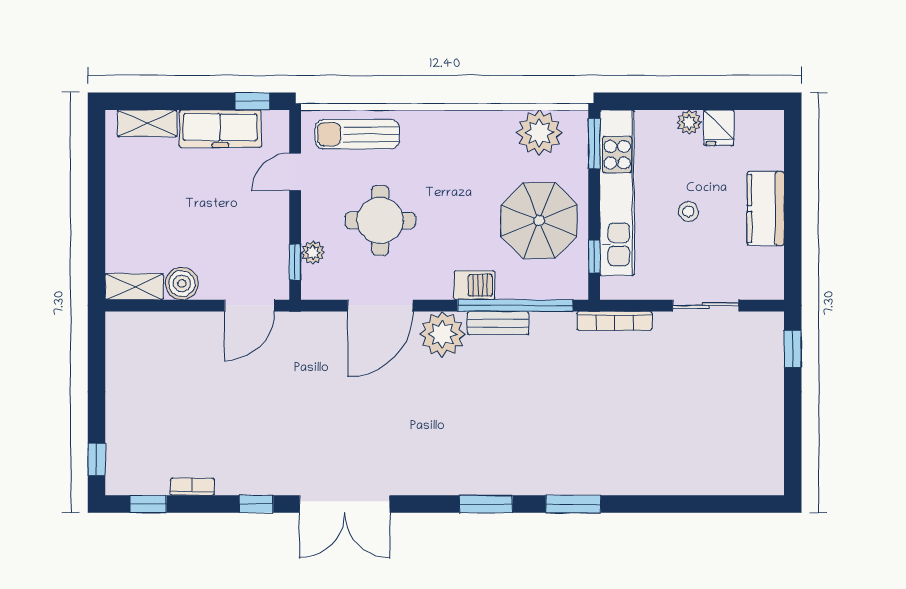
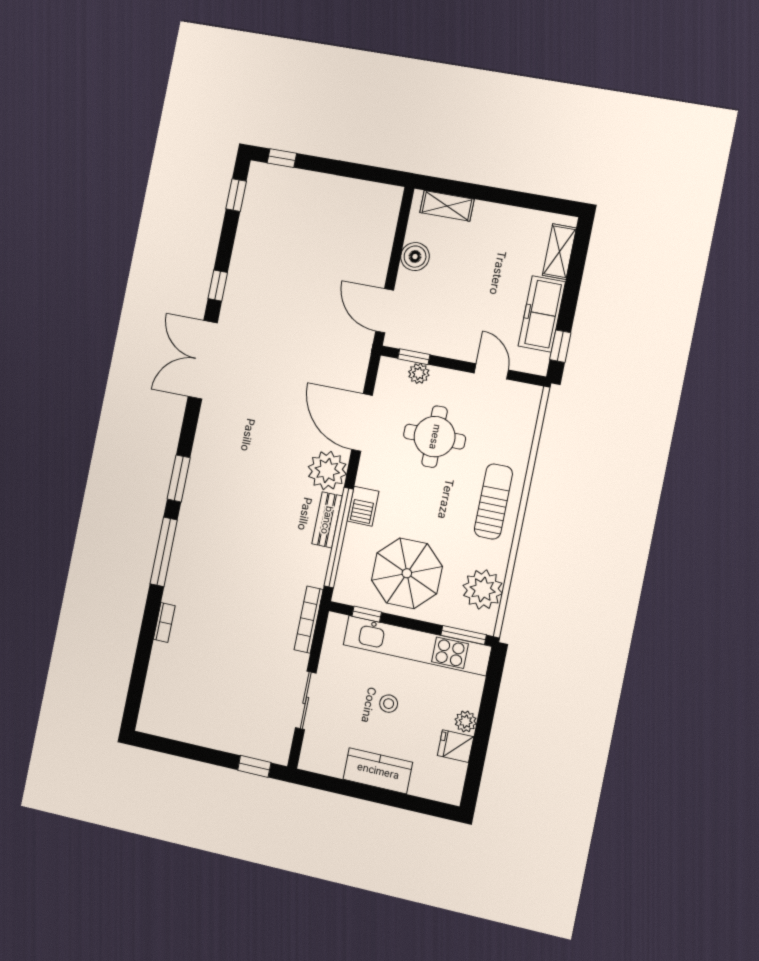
sun lounger: (357, 134) -> (493, 501), moved
shelving: (134, 287) -> (447, 206), moved, turned 90
bookcase: (192, 487) -> (164, 622), moved
window: (573, 504) -> (164, 552), width x1.44

